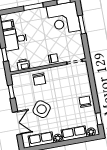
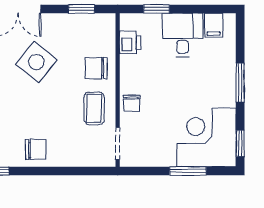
coffee table: (59, 76) -> (94, 108), added

